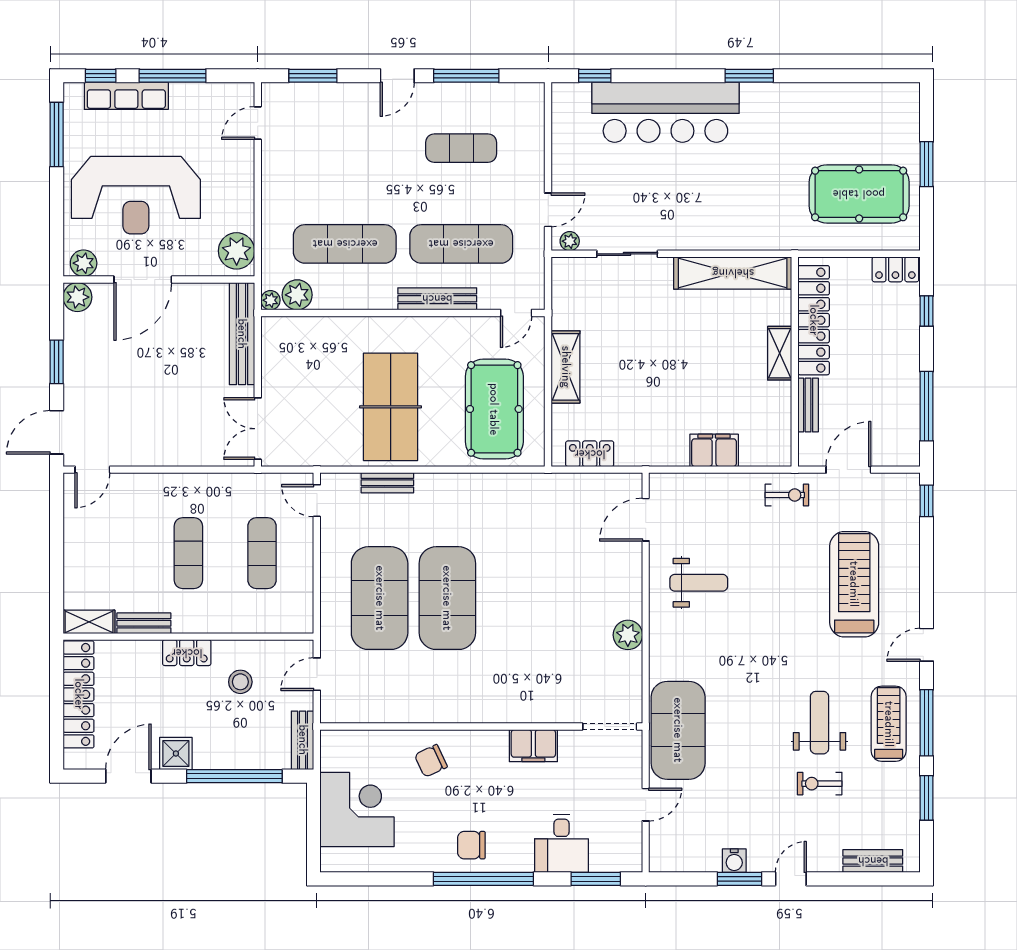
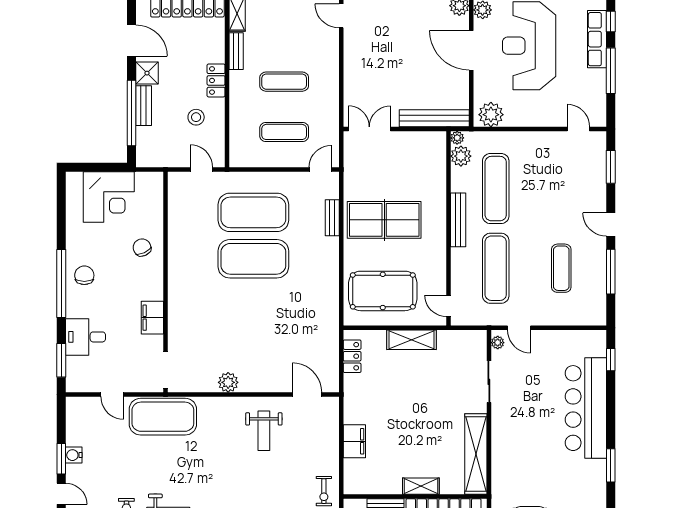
bench: (437, 299) -> (458, 220), moved
bench: (303, 740) -> (144, 106), moved, turned 90

